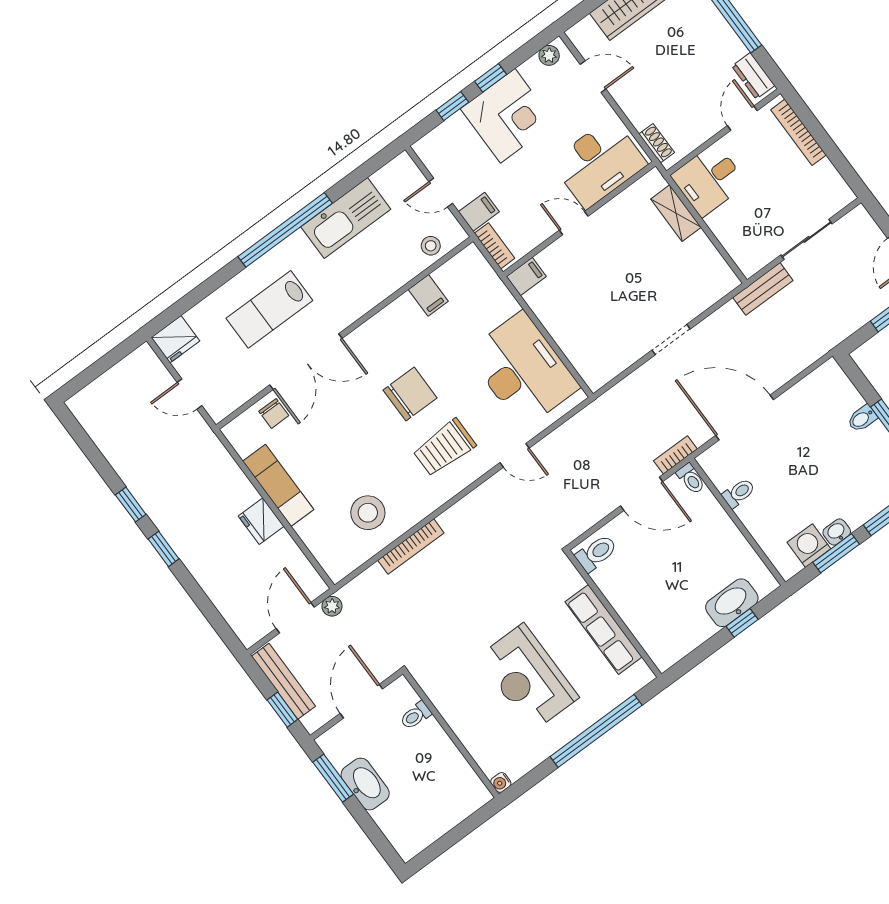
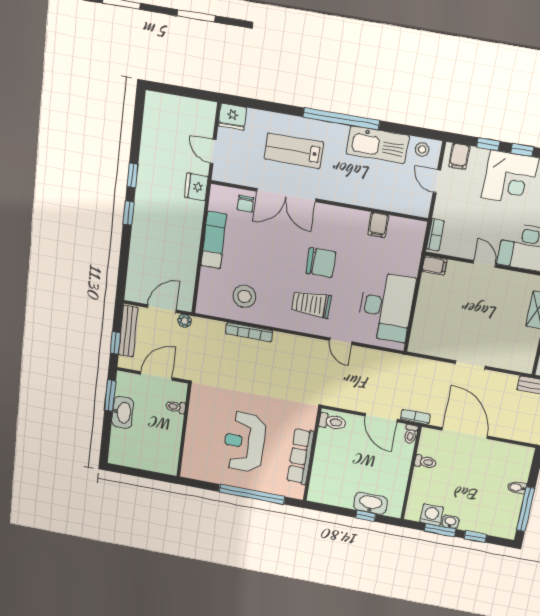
filing cabinet: (479, 212) -> (459, 156), moved, turned 90
stool: (431, 246) -> (422, 150), moved
fridge: (261, 521) -> (196, 187), moved
water cooler: (501, 782) -> (186, 473), removed

